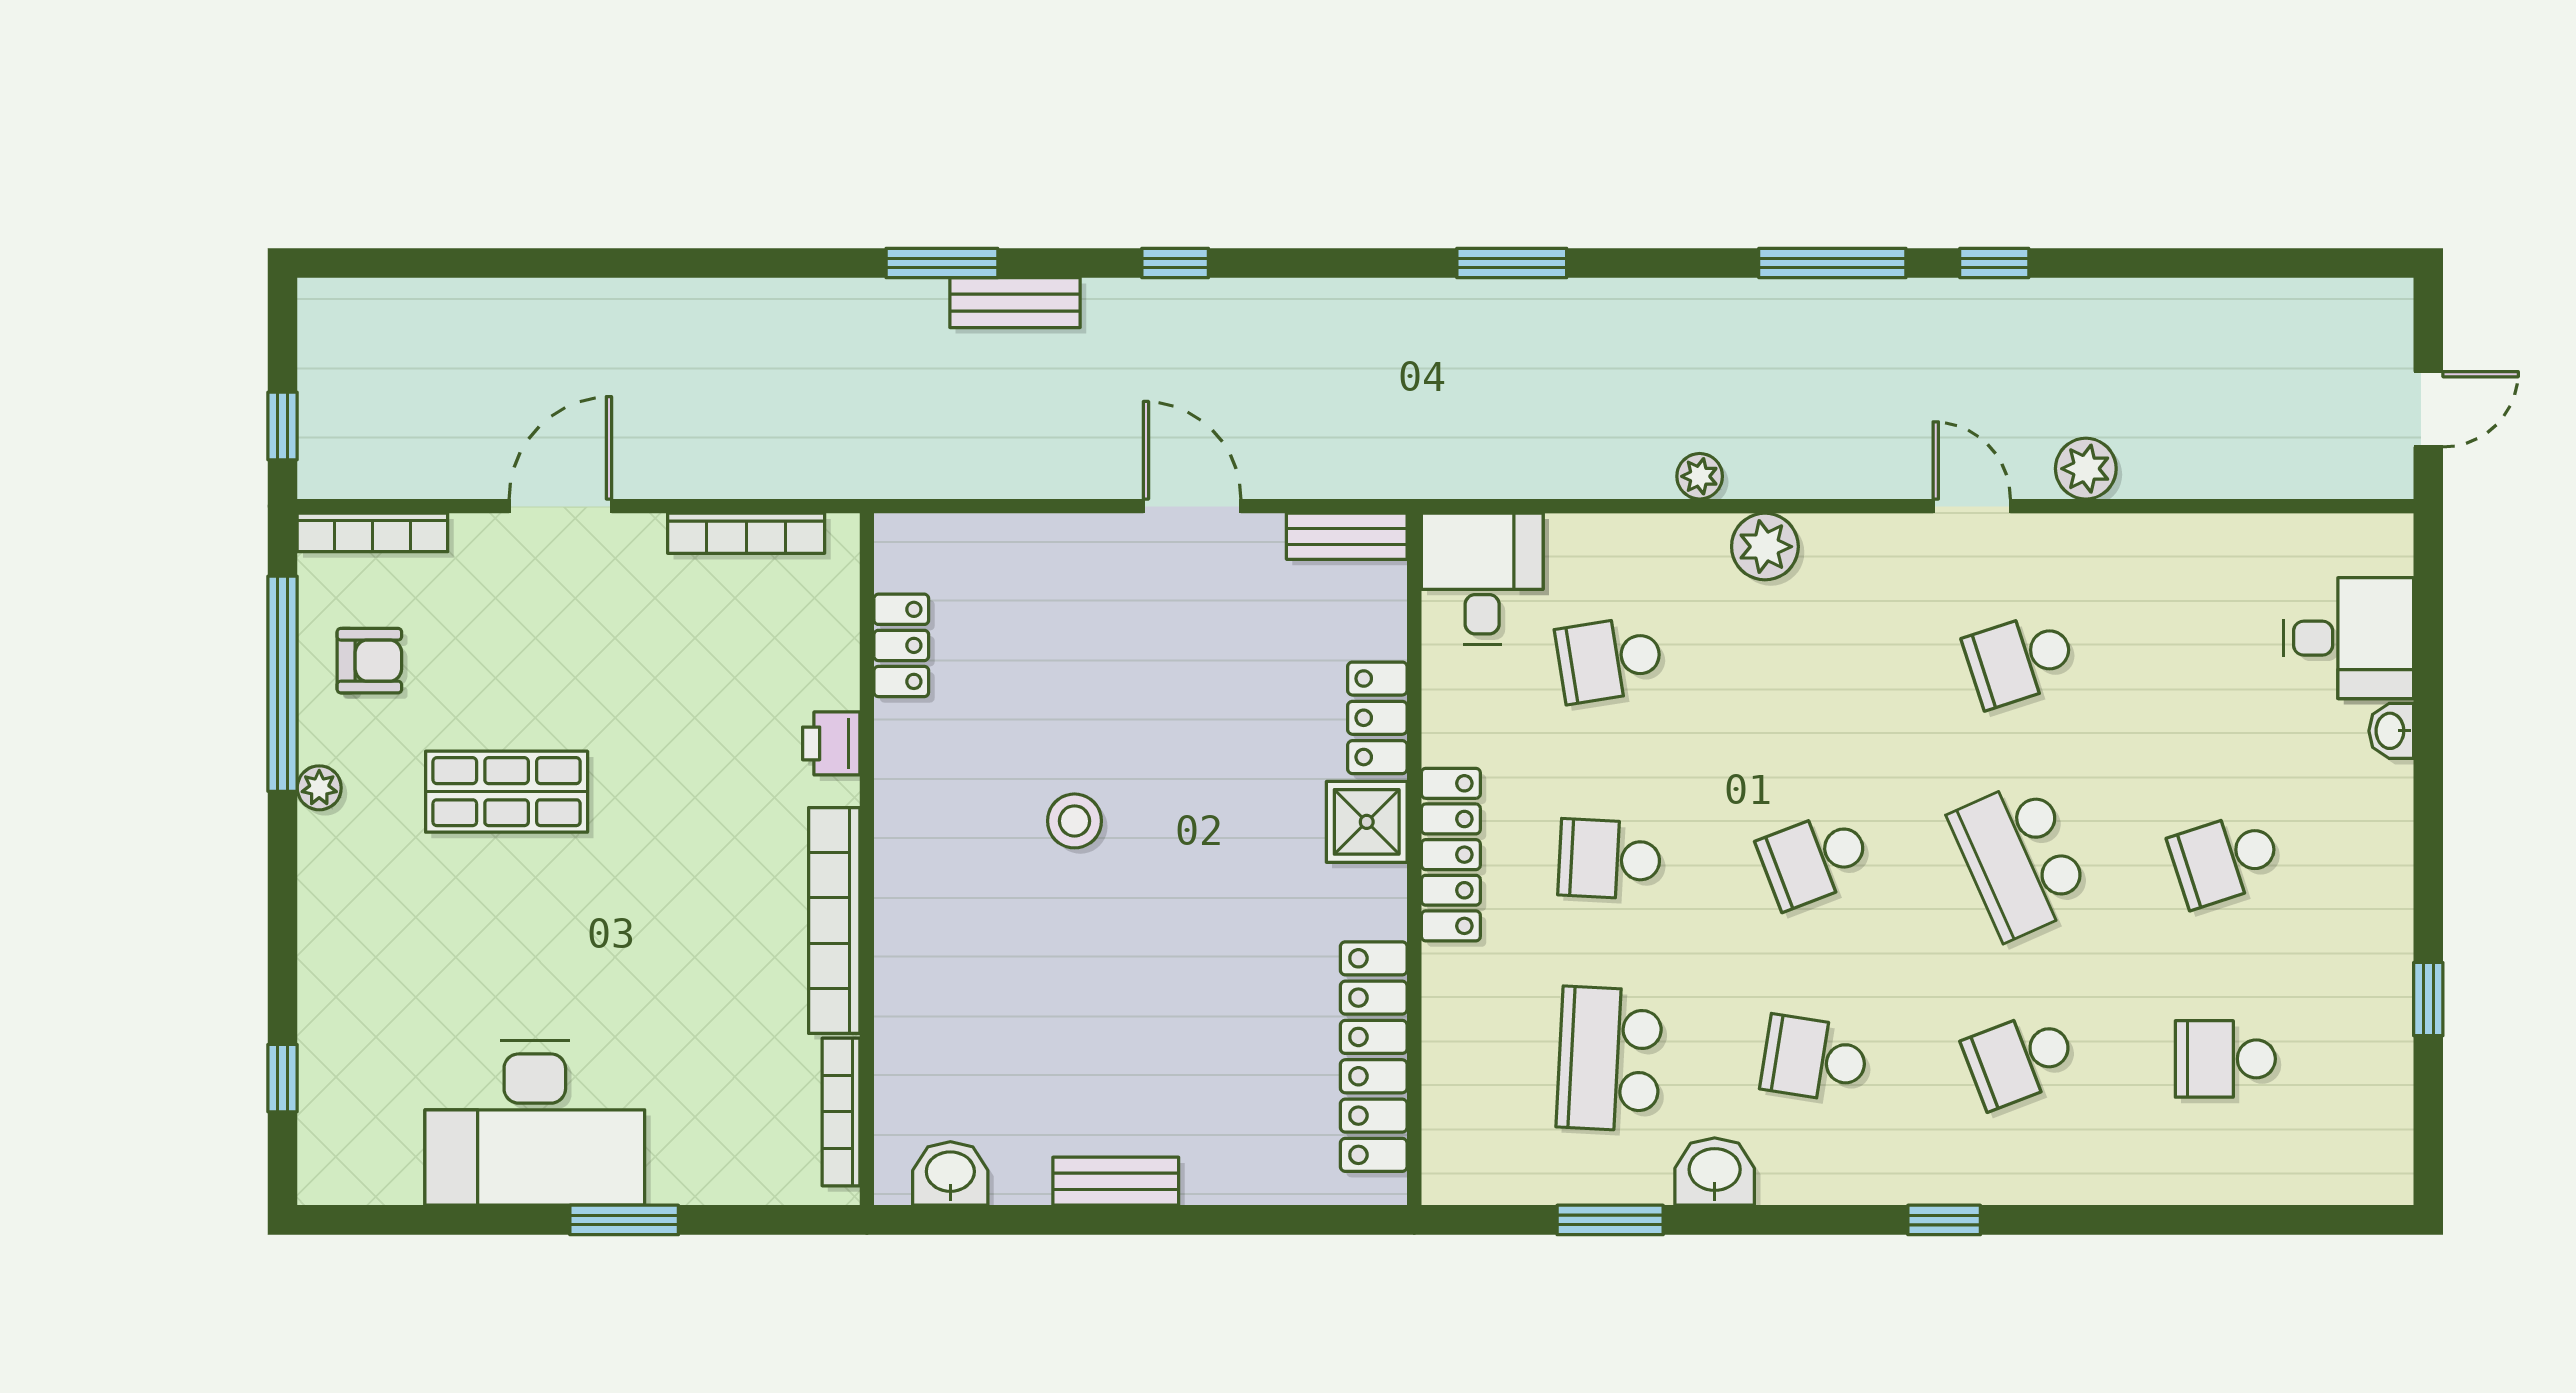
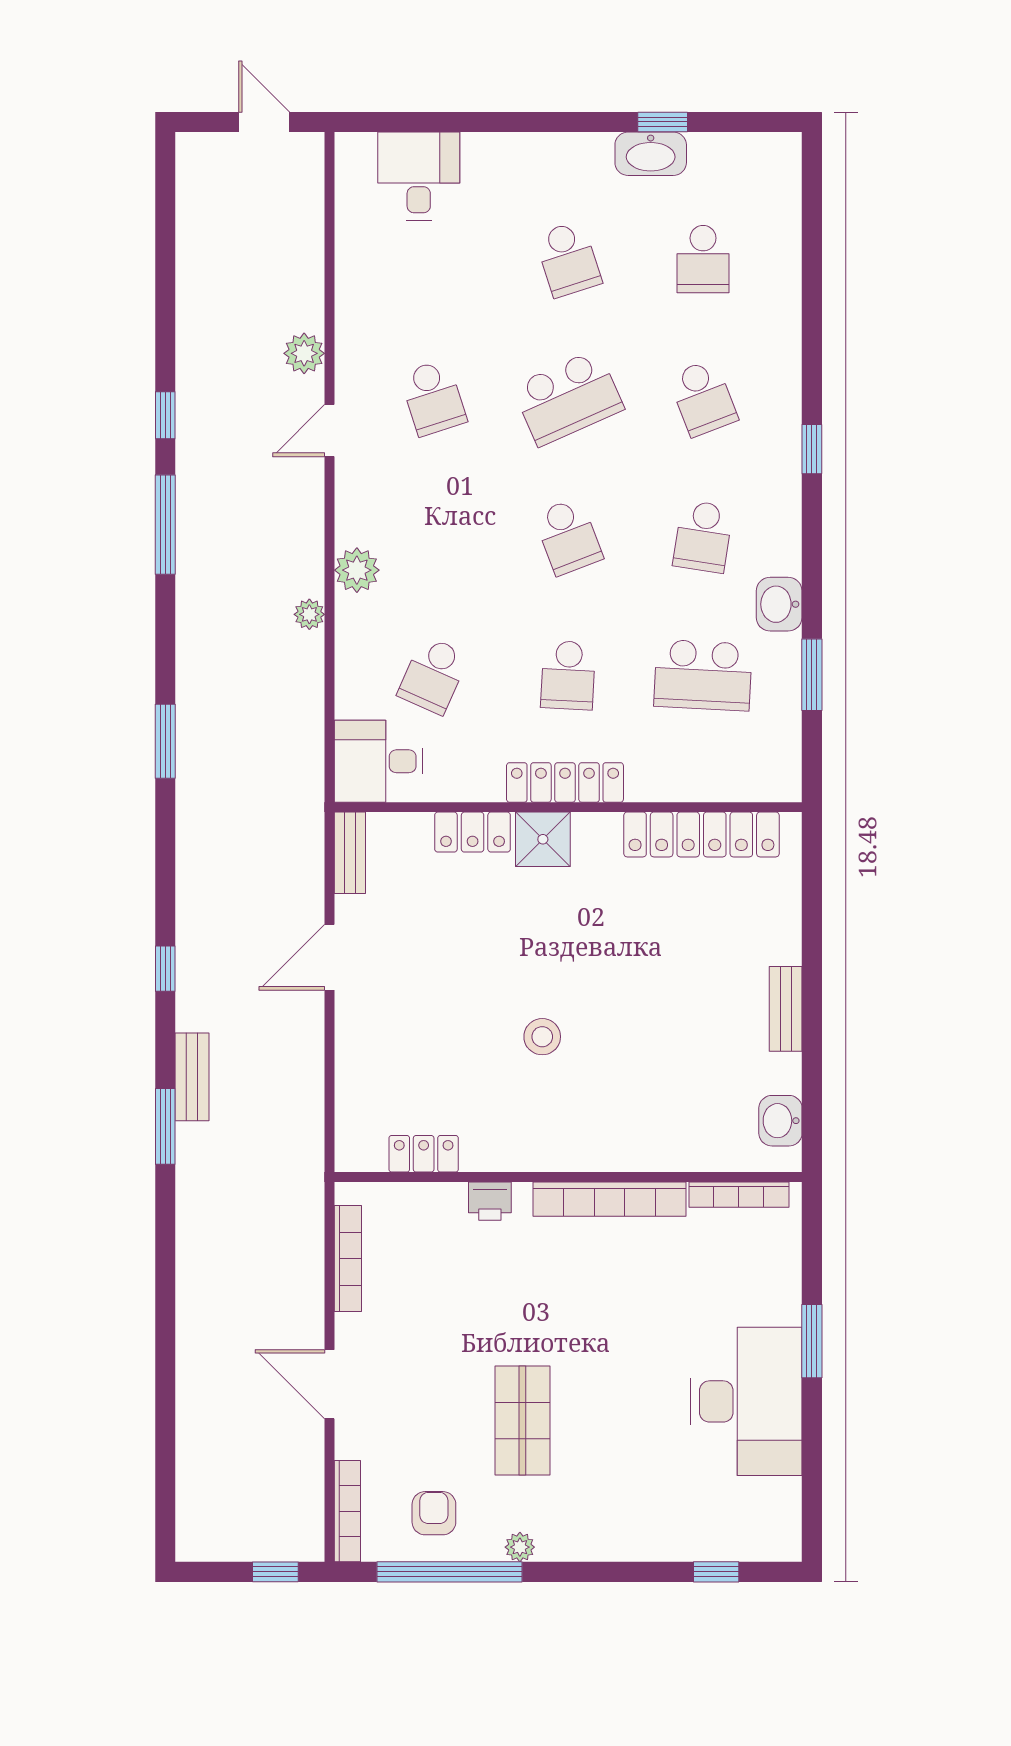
school desk: (1610, 659) -> (433, 675), turned 33
washbasin: (2391, 731) -> (651, 154), moved, width x1.91, depth x1.45

